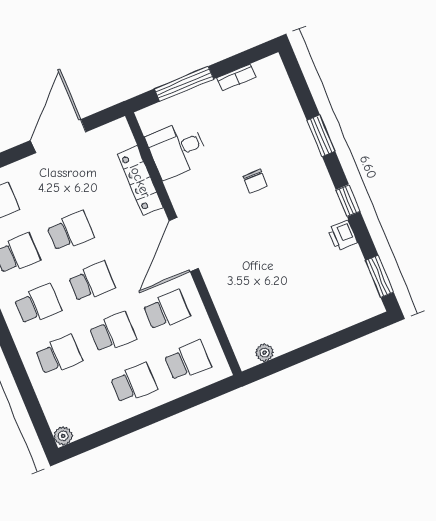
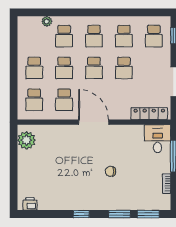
desk: (177, 149) -> (158, 139), moved
locker: (140, 181) -> (149, 114), moved
printer: (342, 235) -> (30, 204), moved
window: (380, 276) -> (148, 214), moved
plant: (265, 353) -> (26, 140), width x1.87, depth x1.87
plant: (63, 436) -> (47, 21), moved

